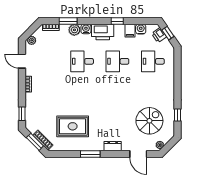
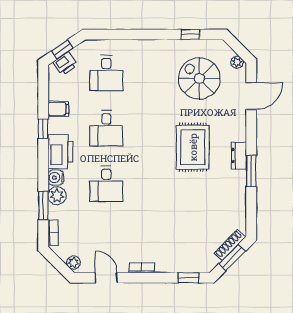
water cooler: (141, 29) -> (56, 92), removed
door: (22, 61) -> (106, 278), swing flipped
rug: (73, 126) -> (193, 147), moved
dresser: (113, 146) -> (239, 156), moved

